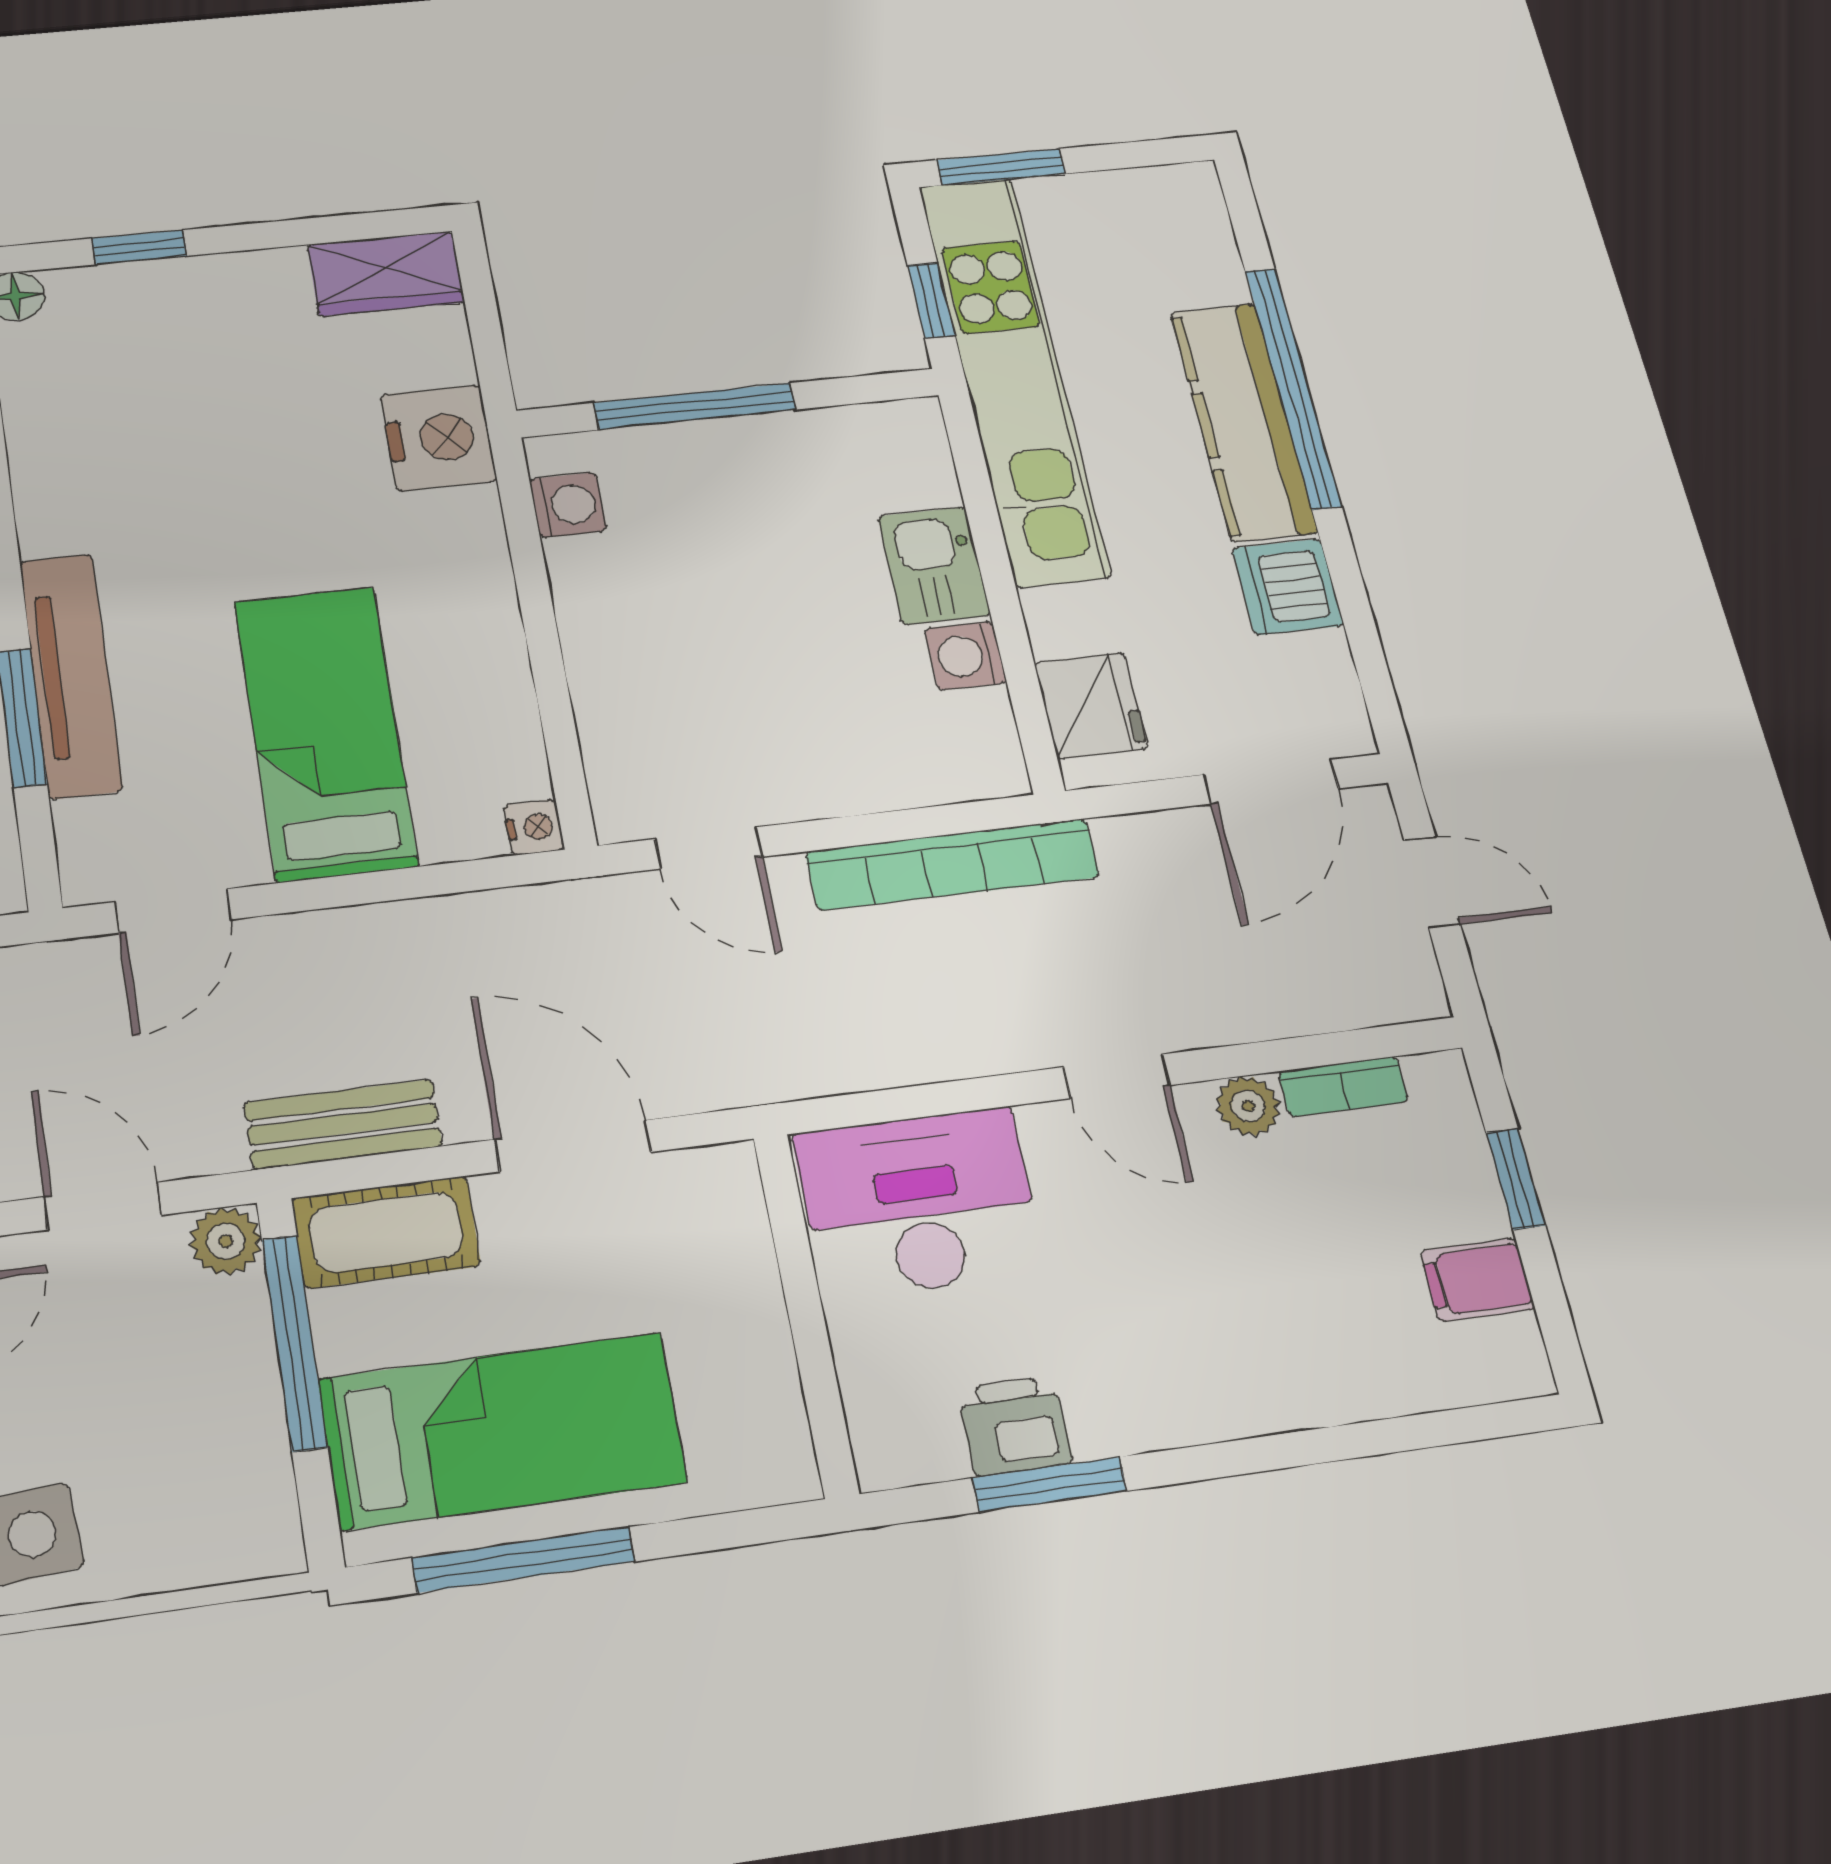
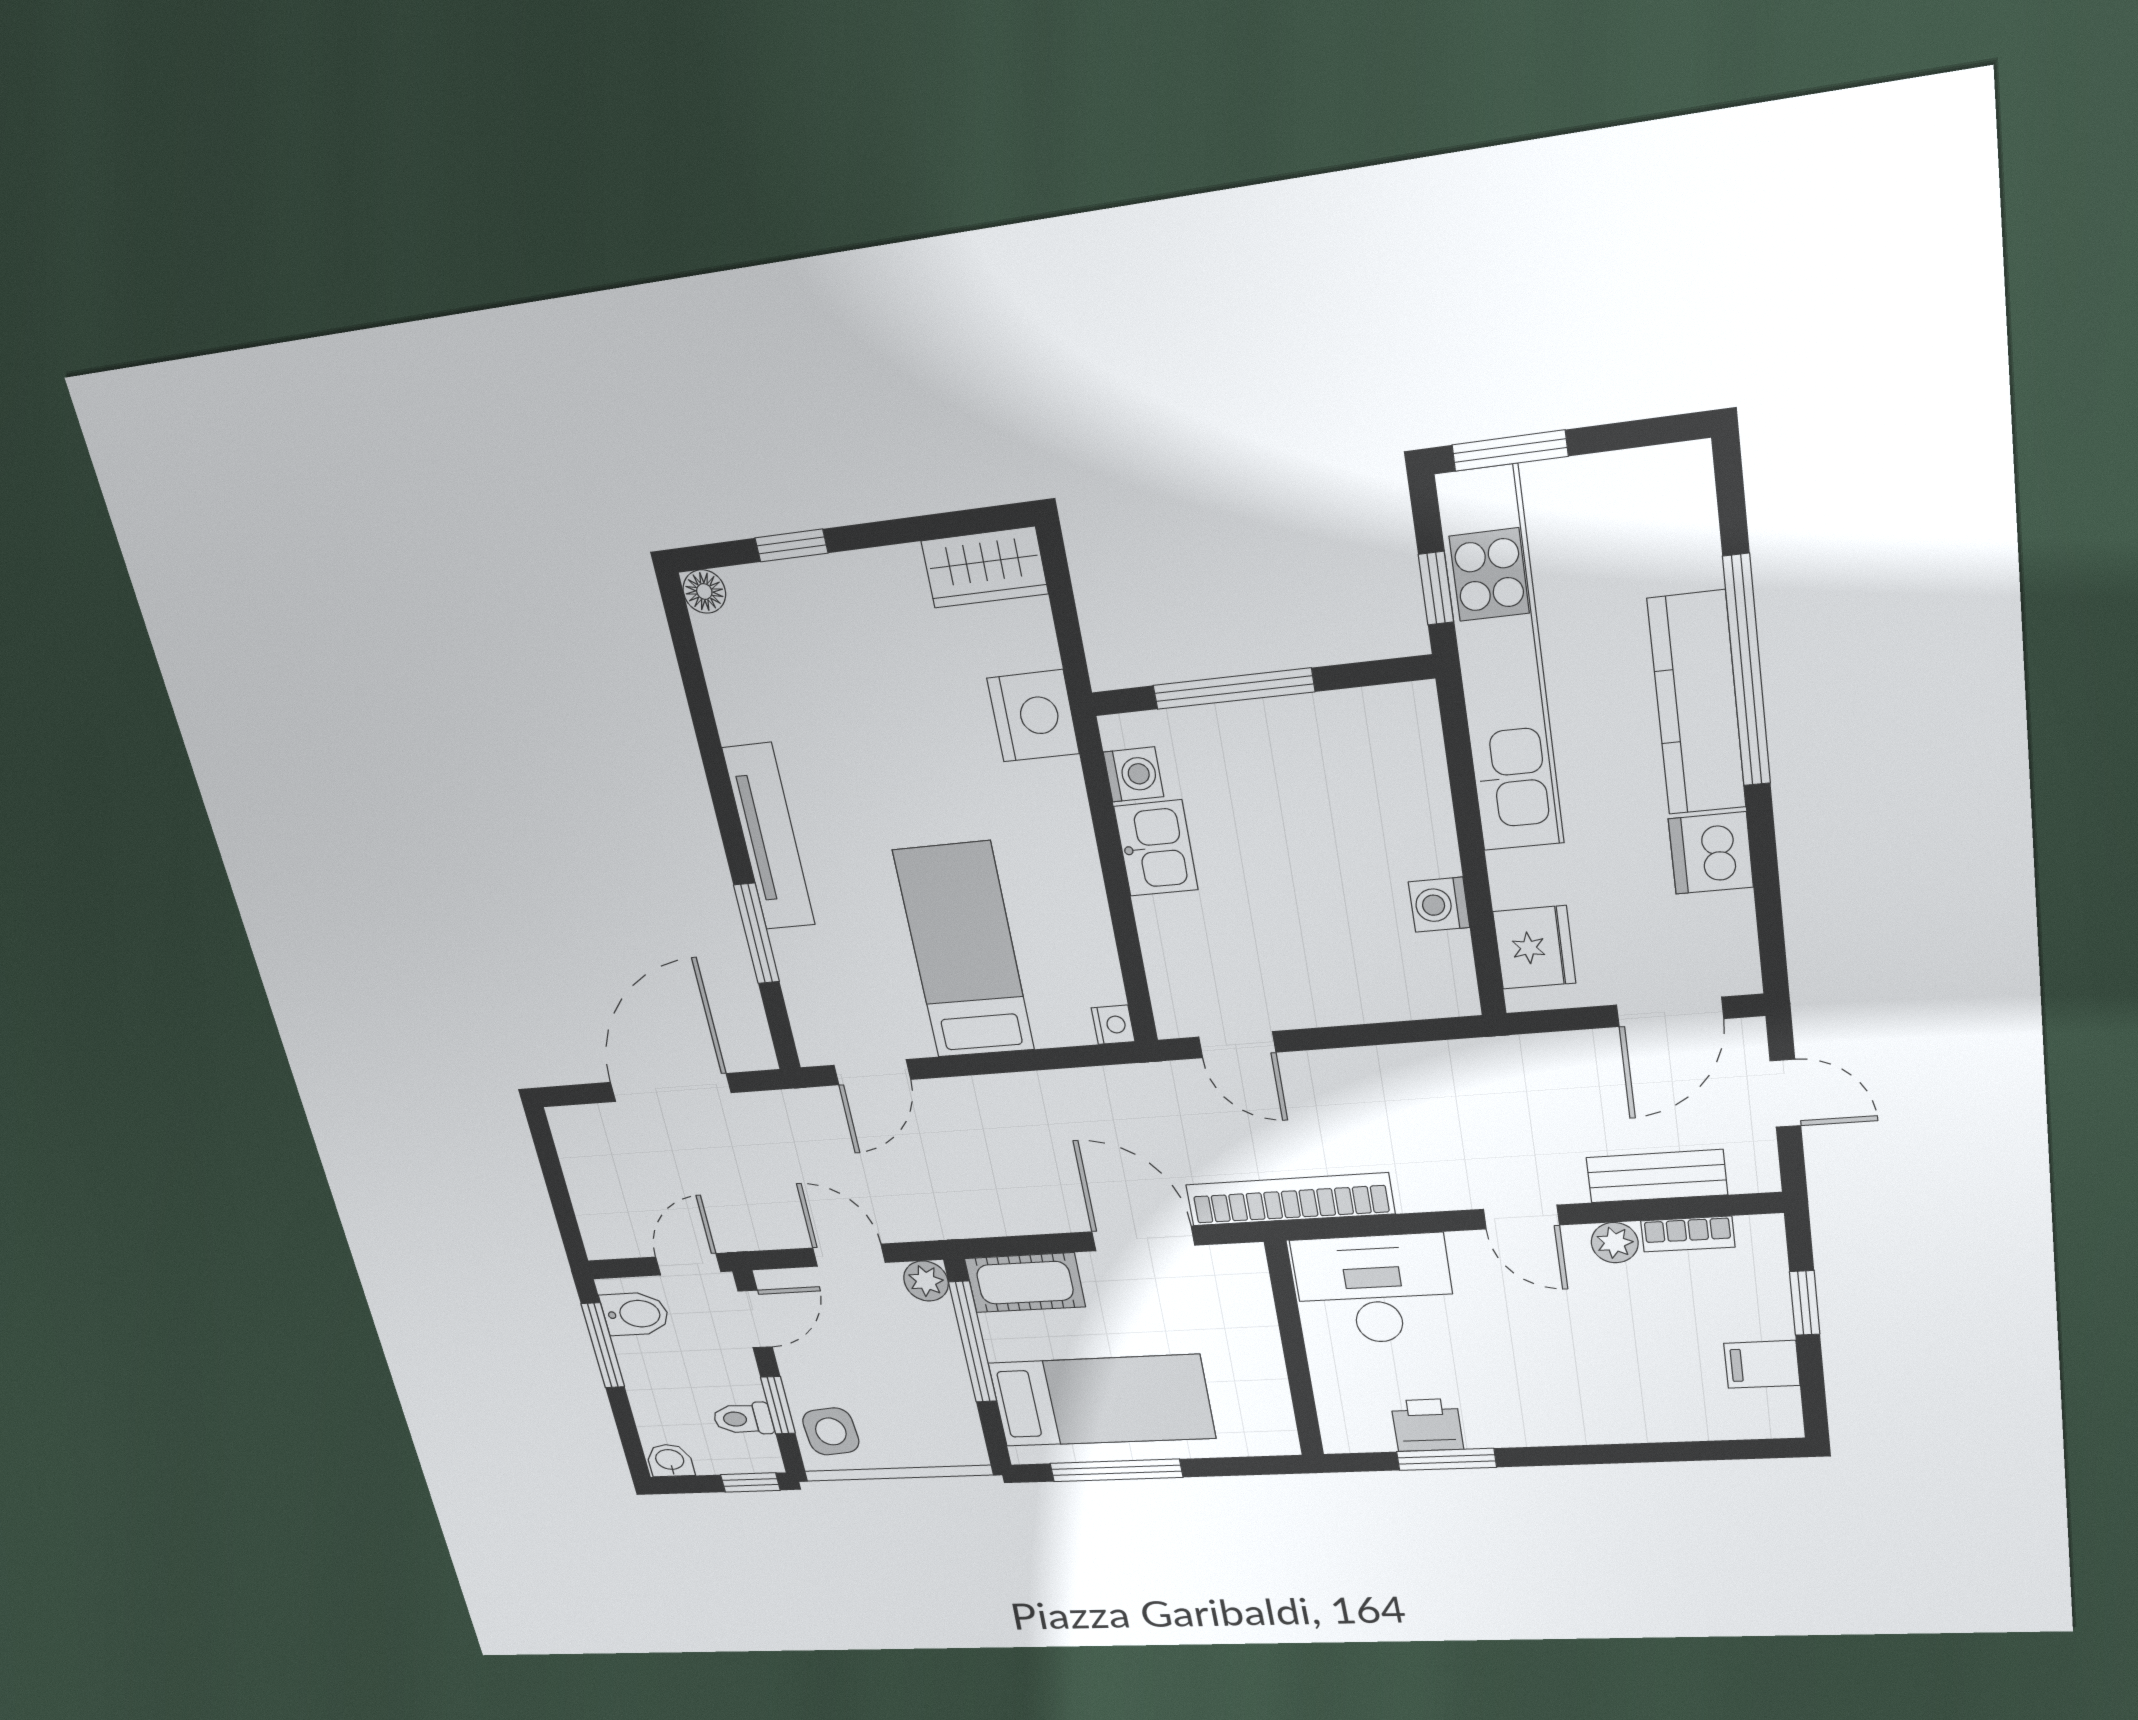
kitchen sink: (934, 566) -> (1156, 848), moved, turned 180
tv unit: (71, 675) -> (769, 837), moved
bookcase: (953, 864) -> (1290, 1199), moved, turned 180
bench: (343, 1124) -> (1657, 1176), moved

